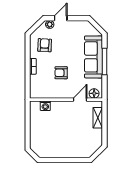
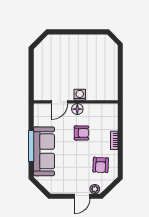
floor lamp: (94, 93) -> (77, 109), moved
washing machine: (45, 106) -> (80, 95), moved
shelving: (98, 118) -> (39, 81), removed

